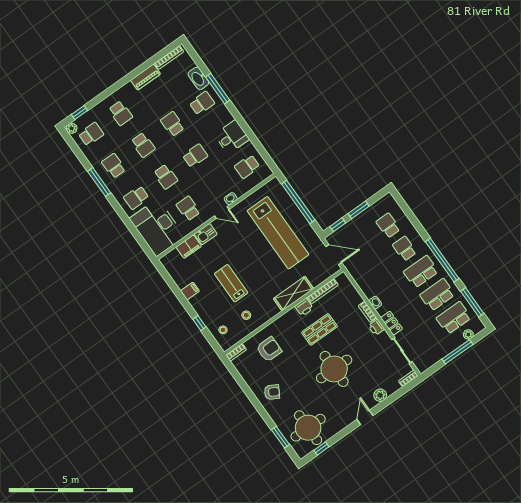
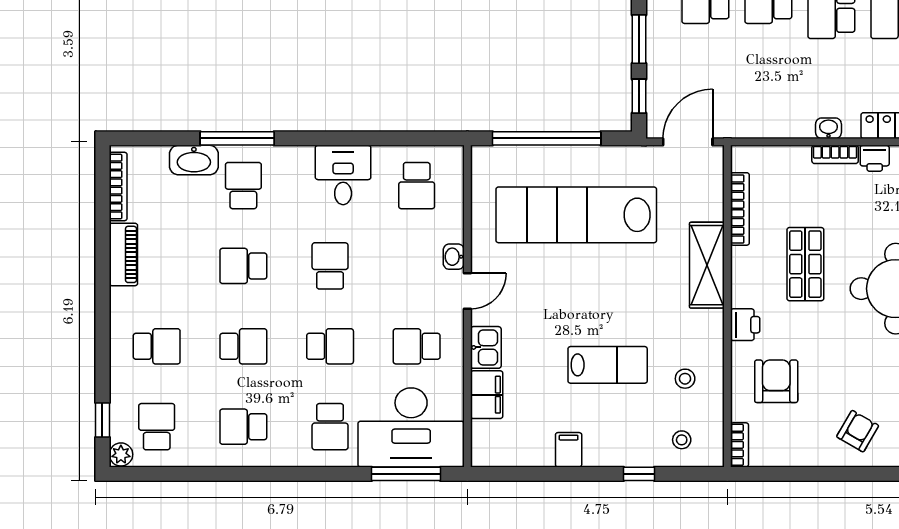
window: (99, 182) -> (406, 474), moved
lab bench: (278, 233) -> (576, 215), turned 180
lab bench: (231, 283) -> (608, 365), turned 180
printer: (304, 307) -> (745, 325), moved

